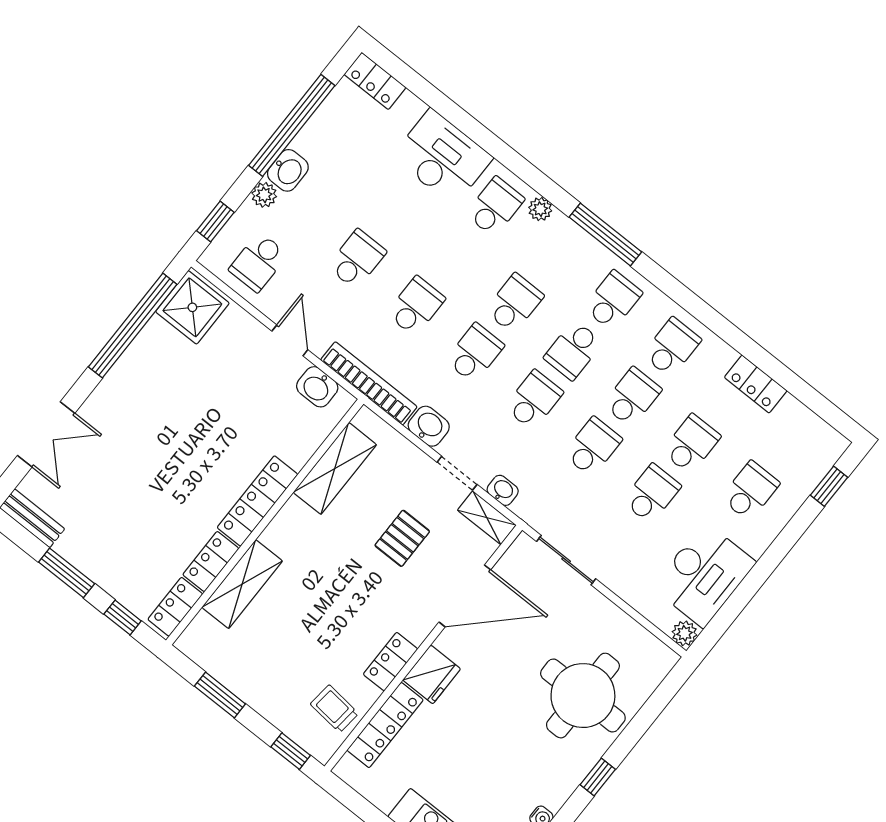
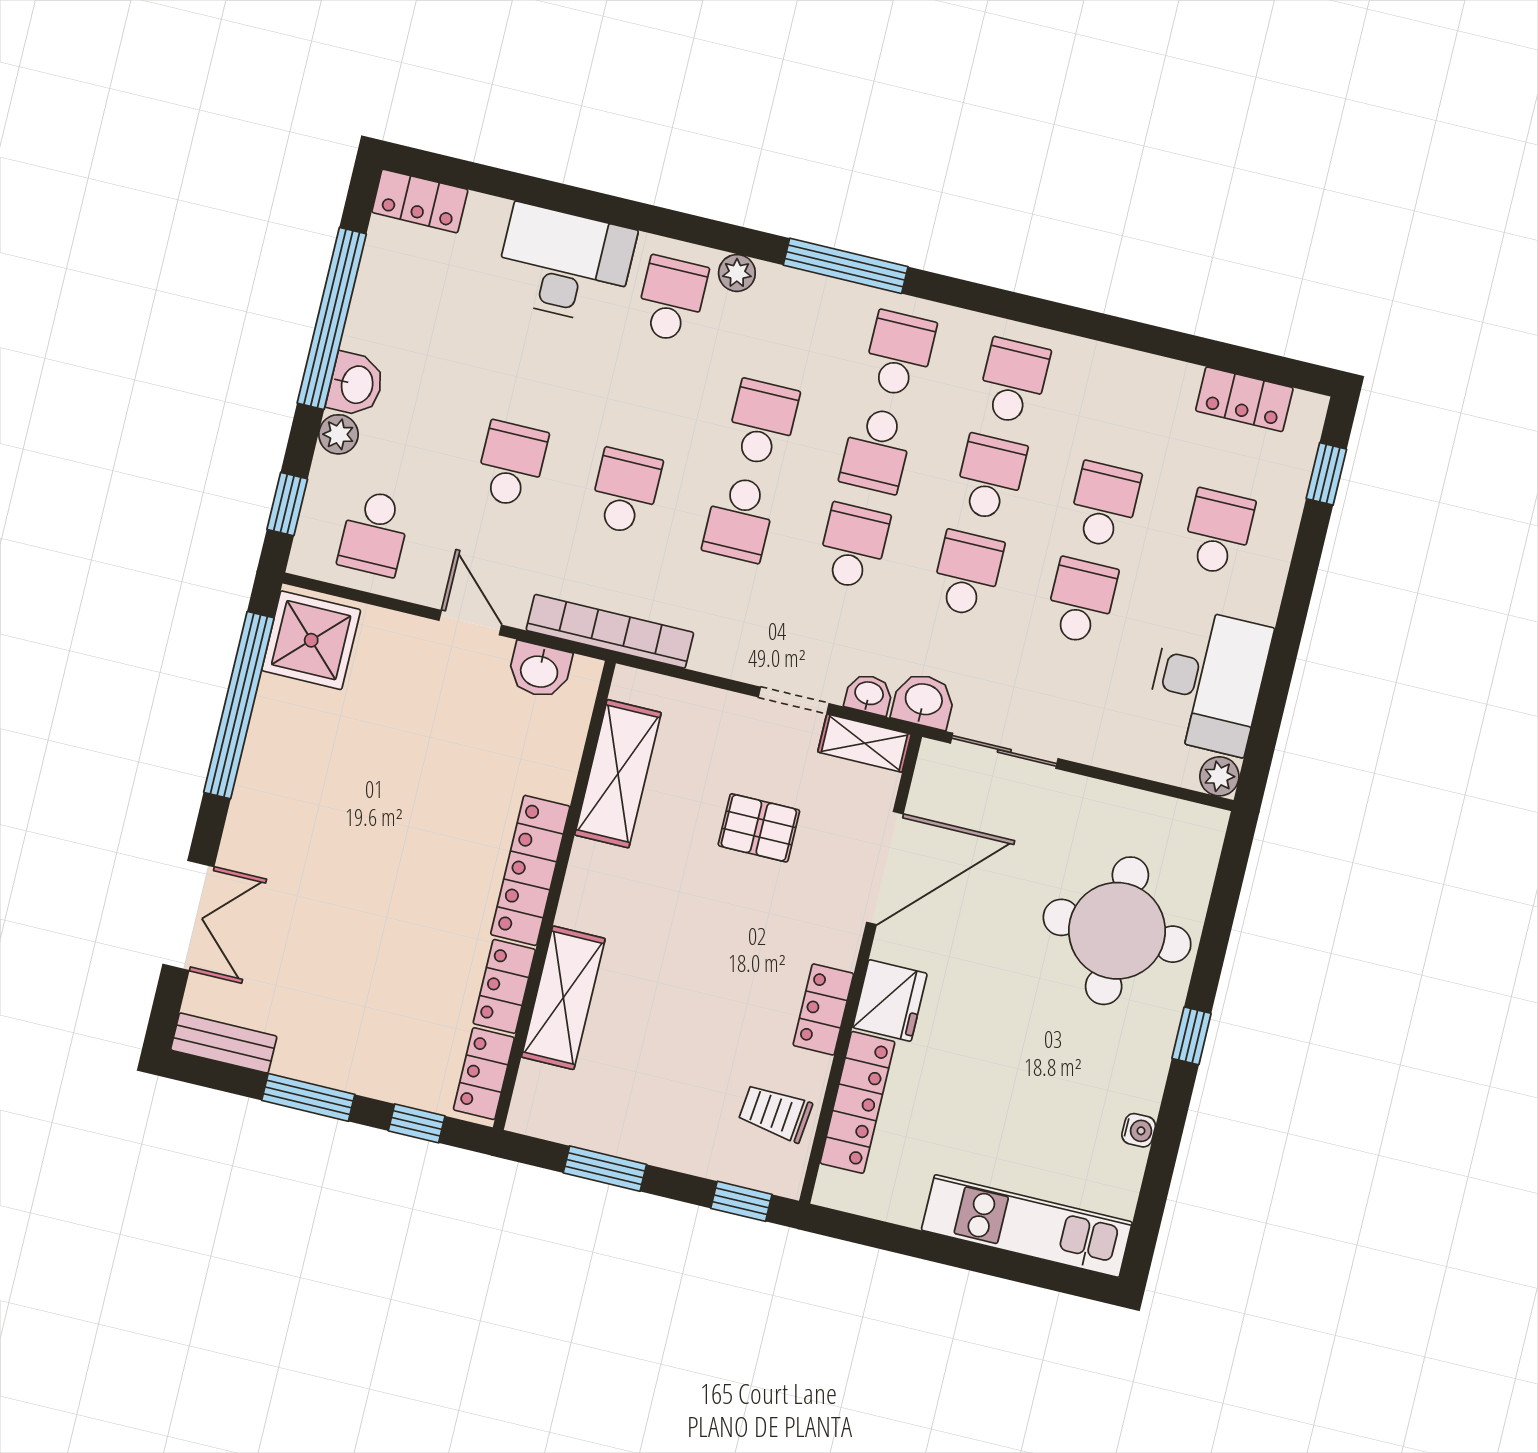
school desk: (475, 353) -> (739, 519), turned 180
locker: (756, 384) -> (1244, 399), moved
washbasin: (429, 426) -> (923, 701), moved
pallet: (402, 538) -> (759, 828), turned 90

